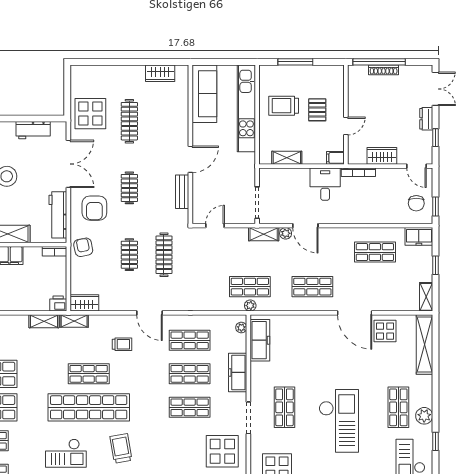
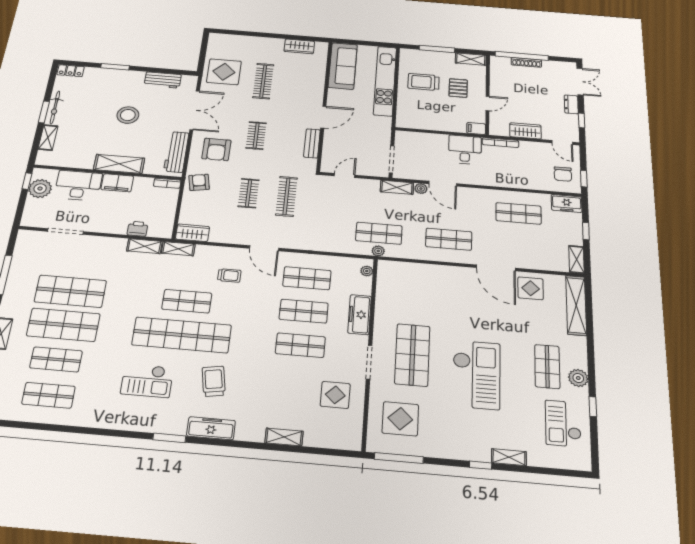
shelving: (287, 158) -> (471, 59), moved
printer: (58, 304) -> (138, 229), moved
freezer: (260, 340) -> (387, 285), removed
shop shelf: (284, 407) -> (412, 355), width x1.43, depth x1.36
display table: (222, 451) -> (335, 395), width x0.73, depth x0.73

